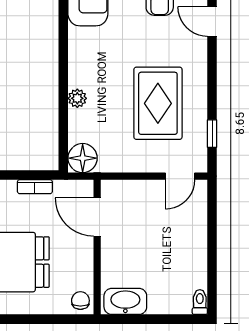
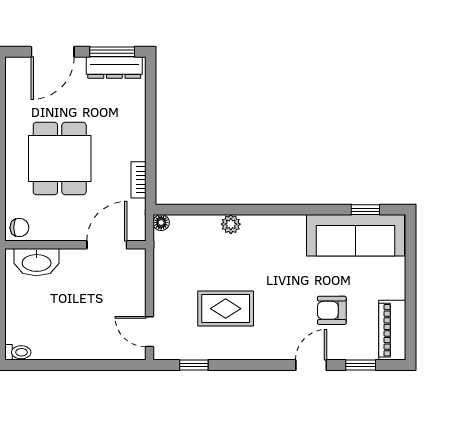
rug: (158, 103) -> (226, 309), width x0.73, depth x0.70
floor lamp: (83, 158) -> (161, 223), width x0.53, depth x0.53
washbasin: (125, 301) -> (37, 262), moved, turned 90

